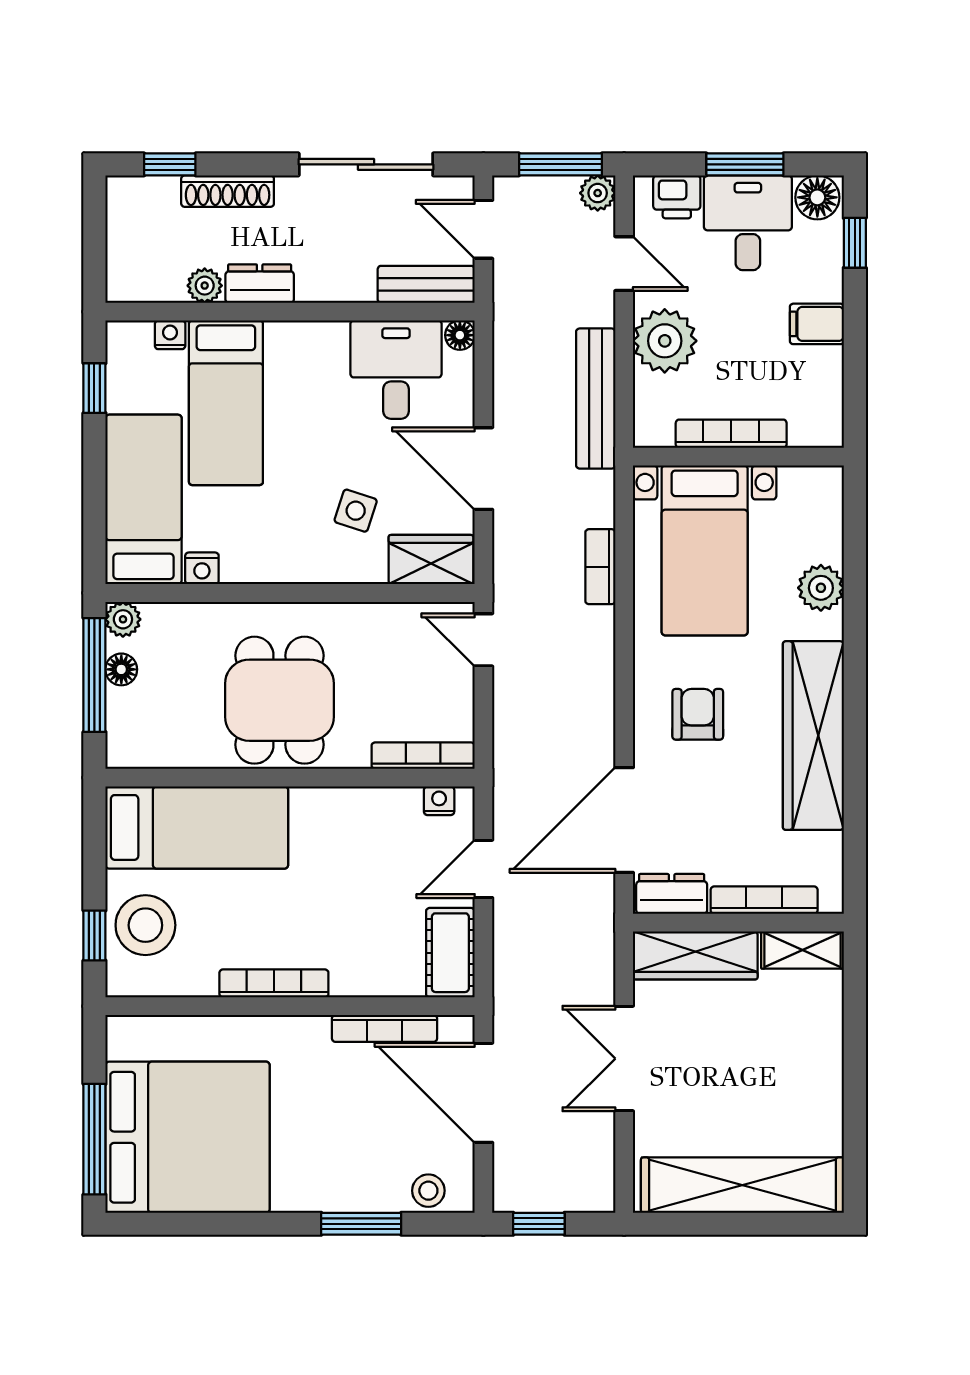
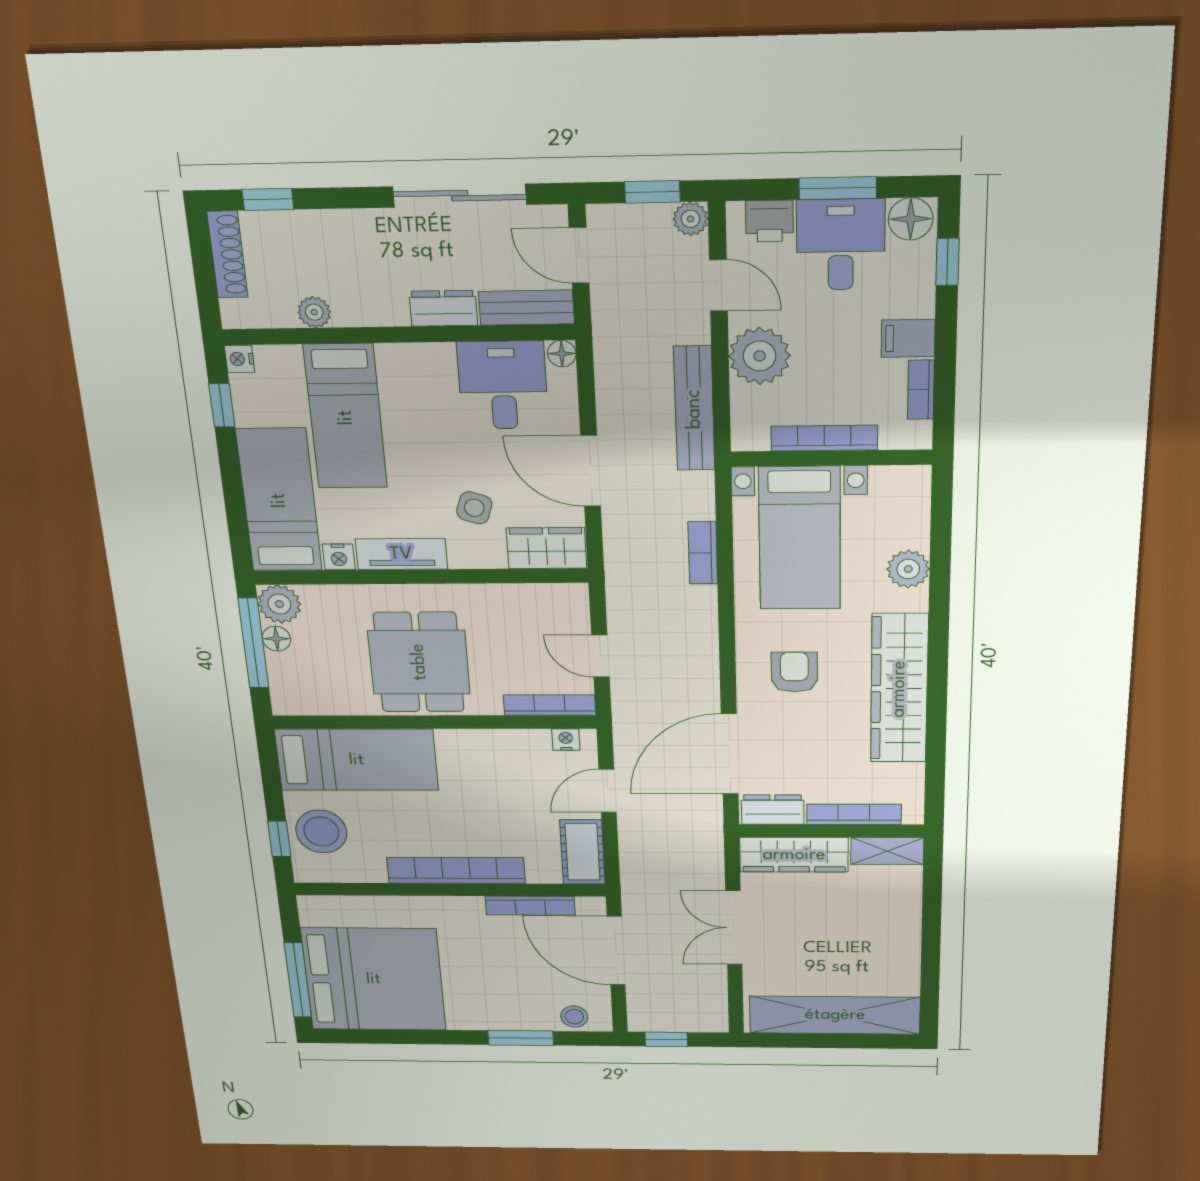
window: (560, 164) -> (652, 192), width x0.67
shoe rack: (228, 191) -> (228, 255), moved, turned -90
dresser: (260, 284) -> (443, 308), moved
nightstand: (170, 335) -> (239, 359), moved, turned -90
bookcase: (831, 381) -> (921, 390), added
tv unit: (272, 565) -> (401, 554), added
plant: (123, 619) -> (279, 604), width x1.38, depth x1.38
door: (483, 640) -> (600, 656), moved
bookcase: (274, 983) -> (456, 870), width x1.48, depth x1.31

